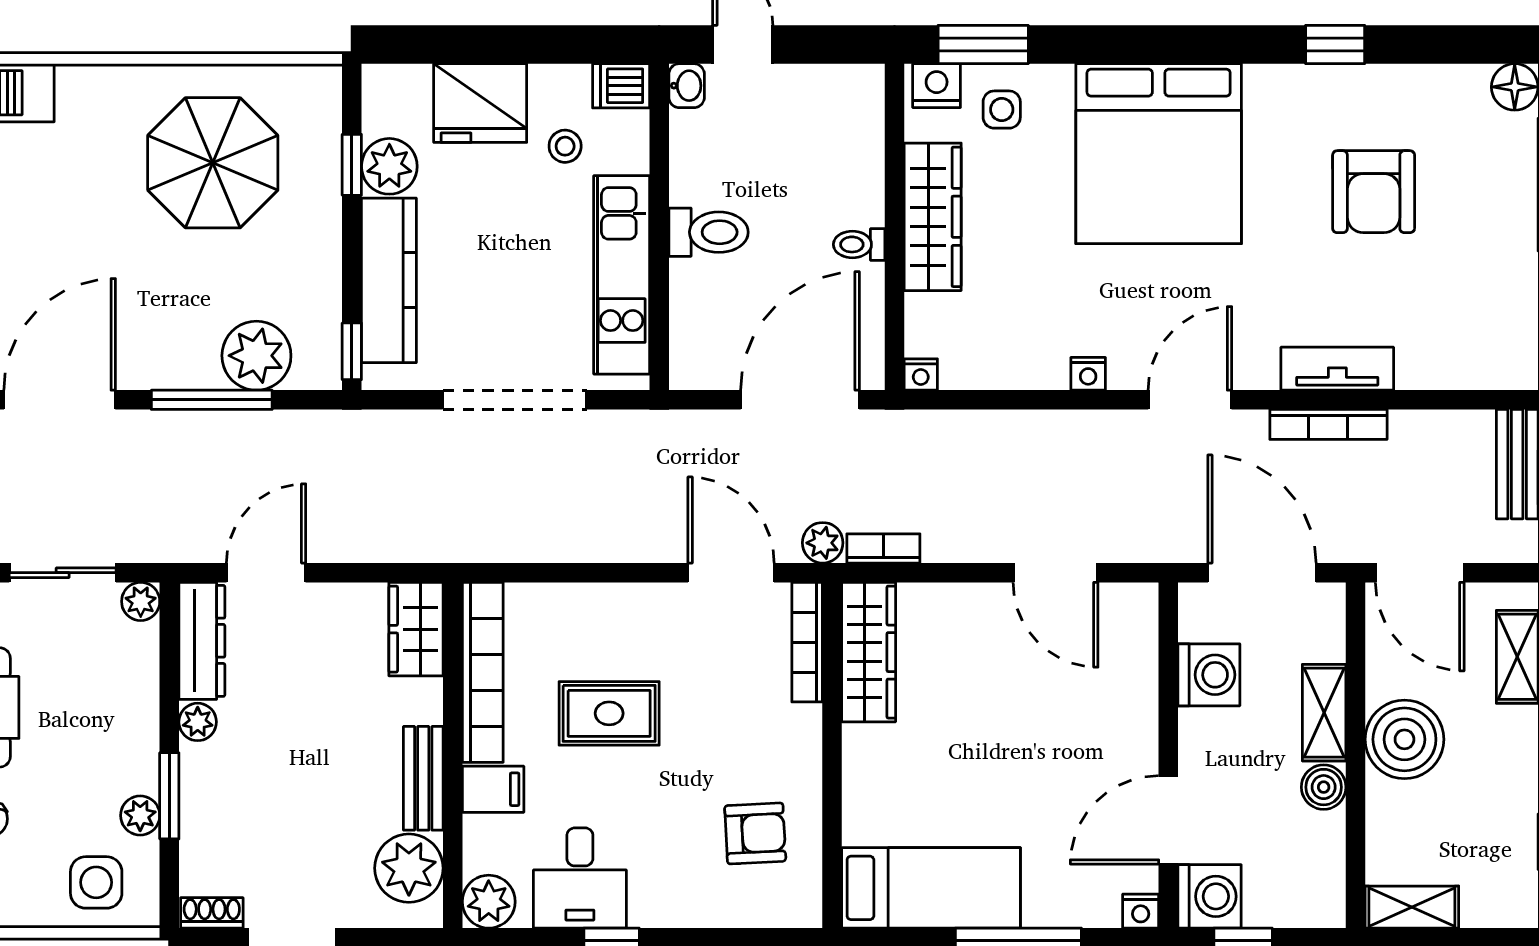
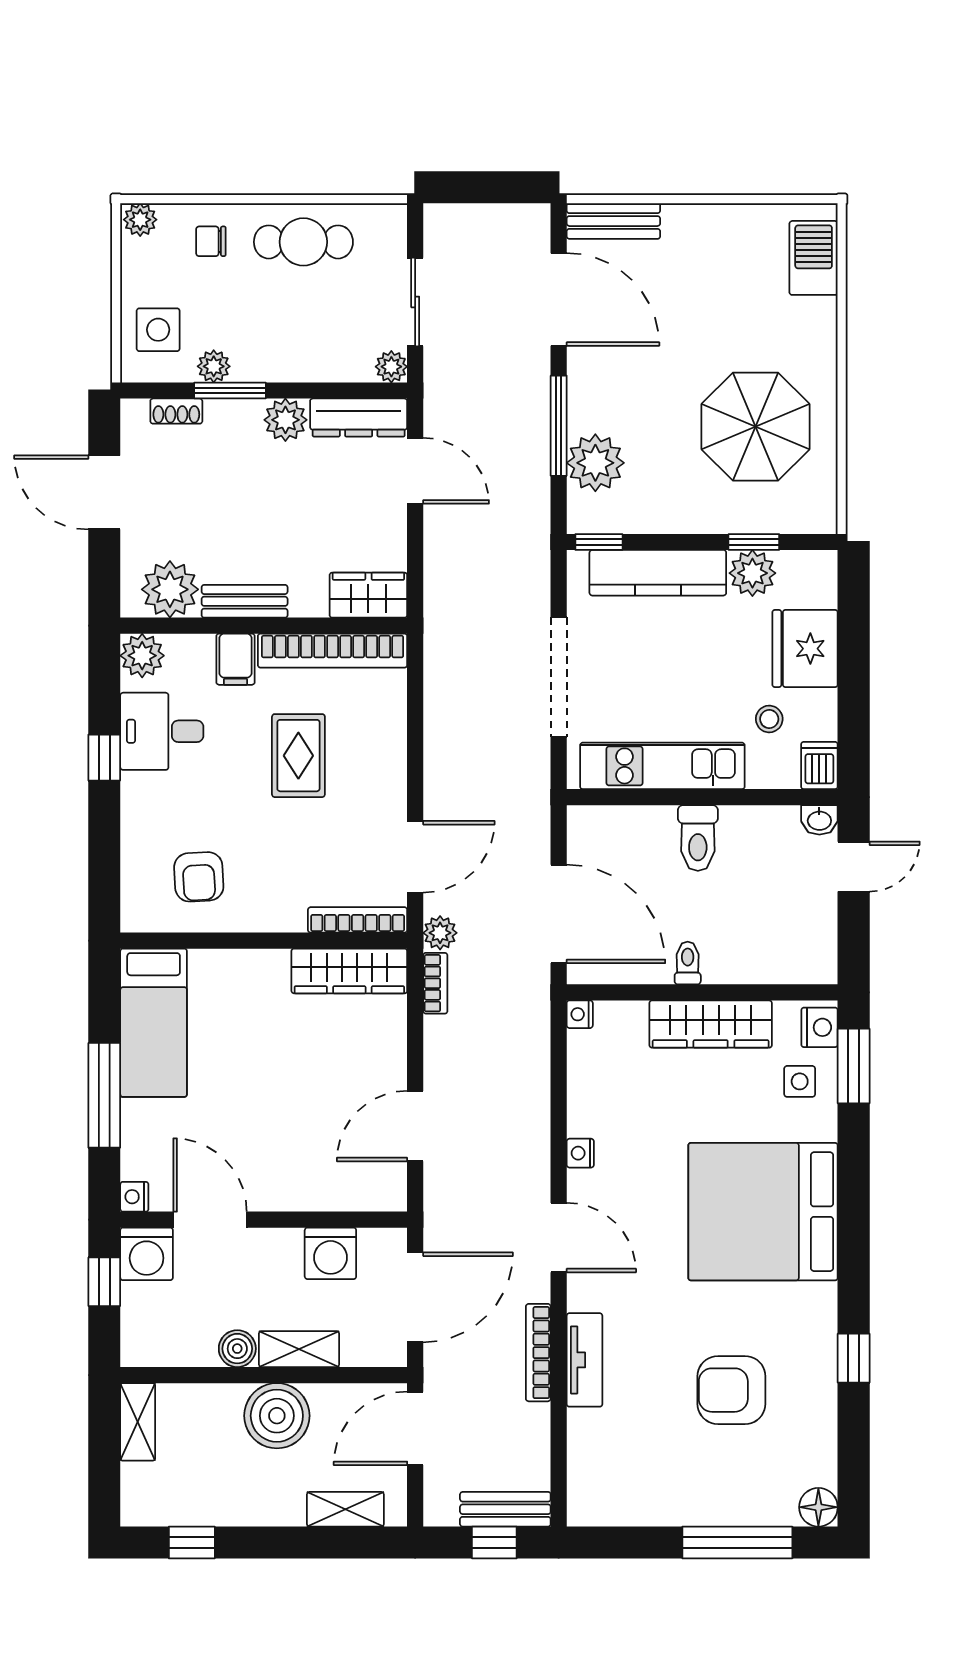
plant: (198, 722) -> (285, 420), width x1.38, depth x1.38
shoe rack: (212, 913) -> (176, 411), moved, turned 90

